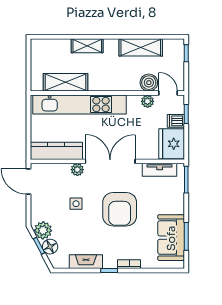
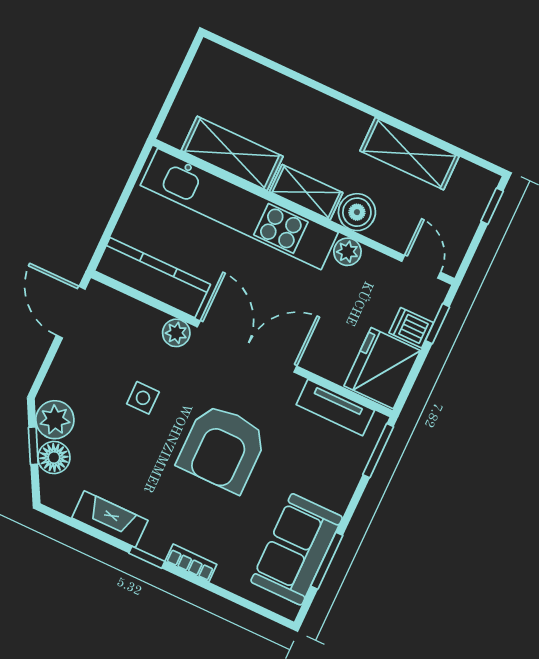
shelving: (87, 46) -> (306, 192), moved
boiler: (149, 83) -> (357, 212), moved
plant: (148, 101) -> (347, 252), moved

